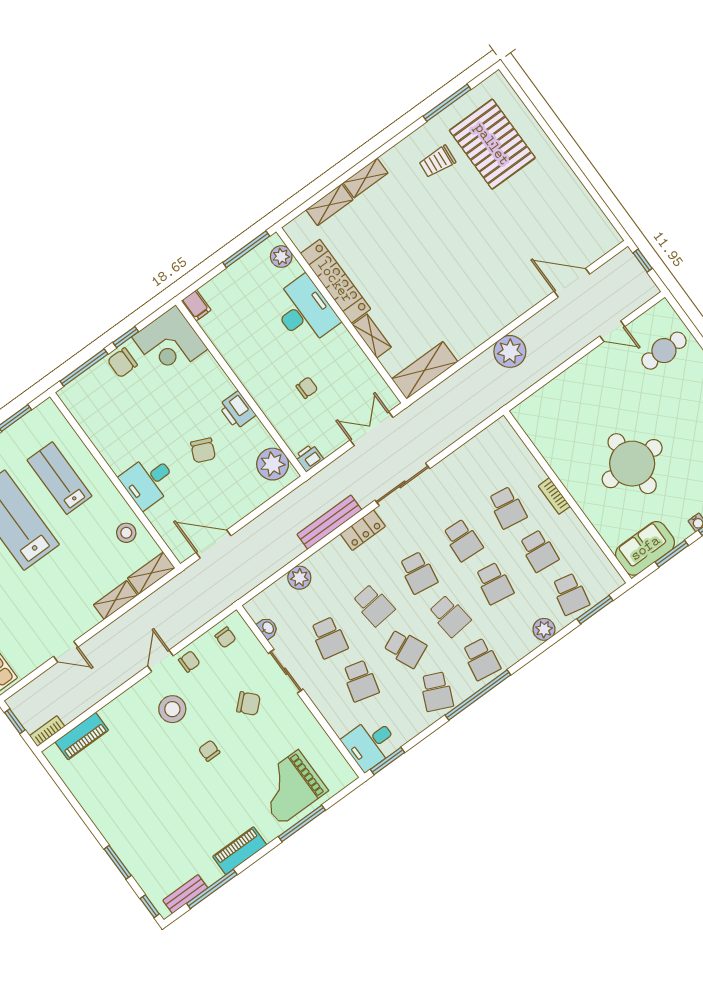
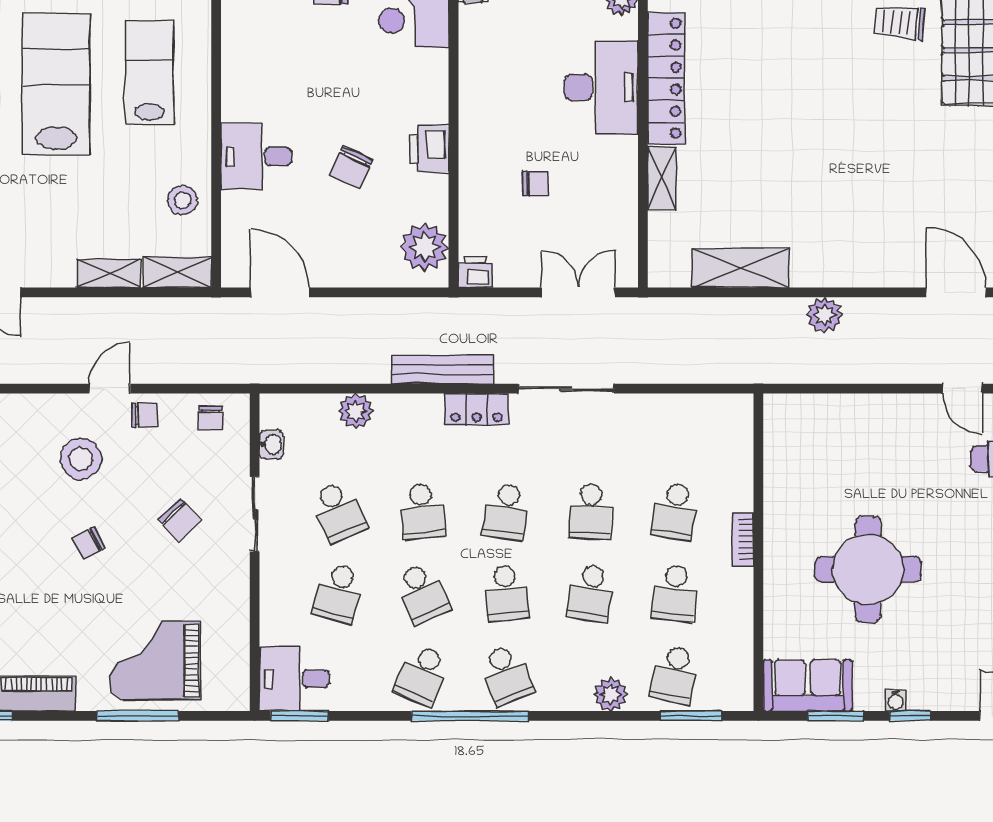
plant: (510, 351) -> (824, 315), width x0.73, depth x0.73
shelving: (425, 370) -> (740, 268), moved
school desk: (329, 638) -> (338, 511), turned -36
school desk: (481, 659) -> (506, 675), turned -30
chair: (209, 751) -> (89, 543), turned -118

